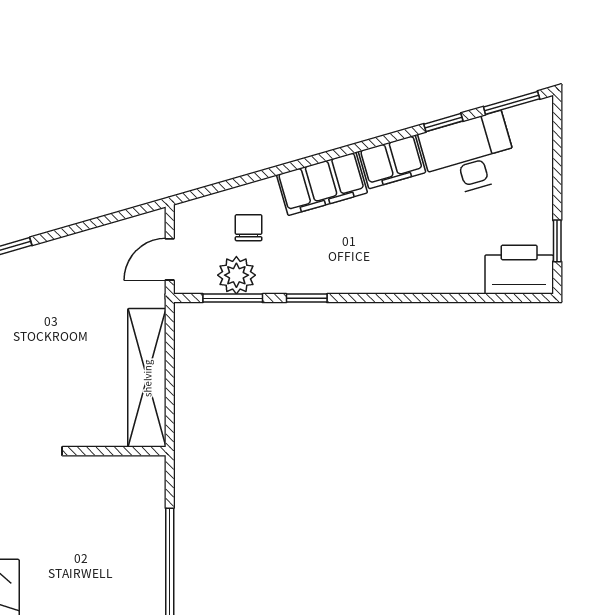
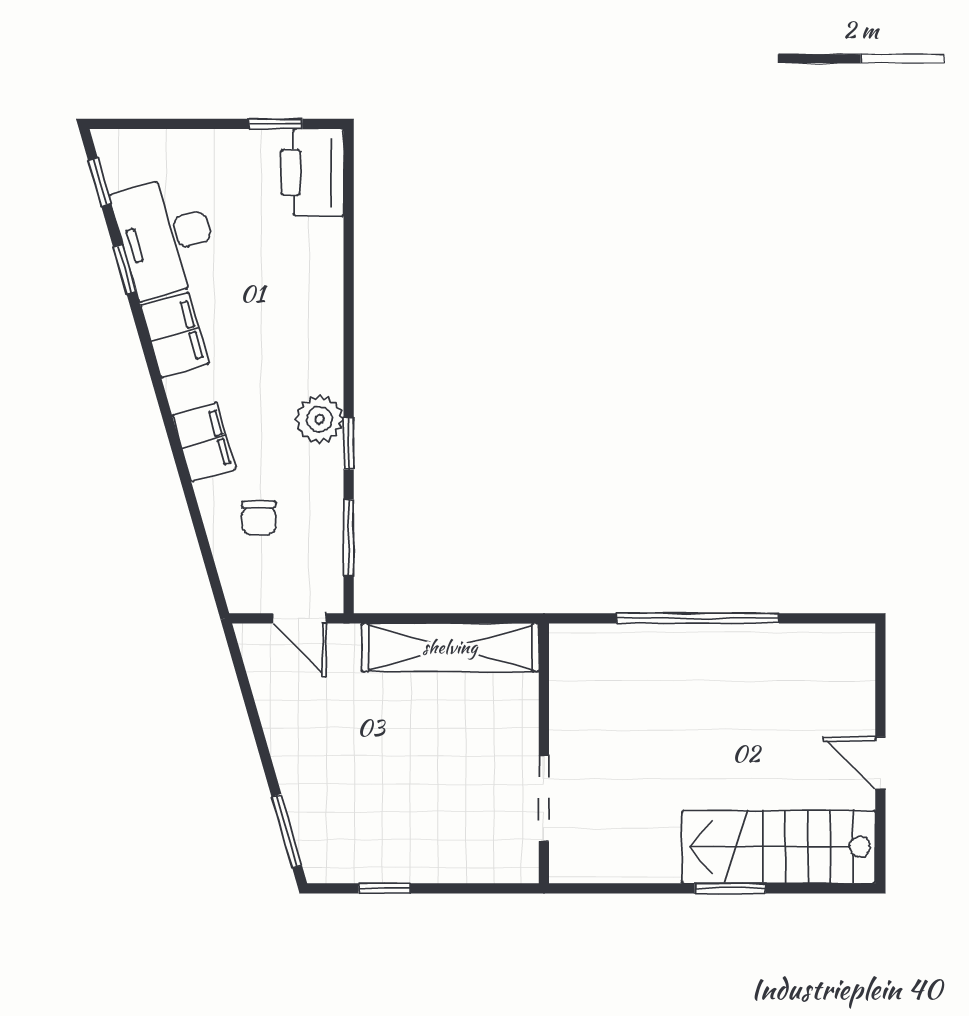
window: (512, 103) -> (100, 182), width x0.67
filing cabinet: (322, 184) -> (204, 442), width x0.67, depth x0.86
chair: (249, 228) -> (259, 518), turned -90
plant: (236, 275) -> (320, 419), moved

